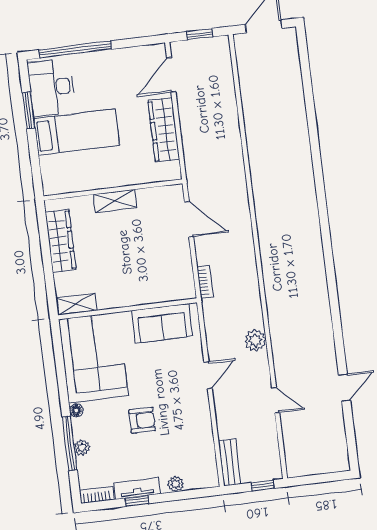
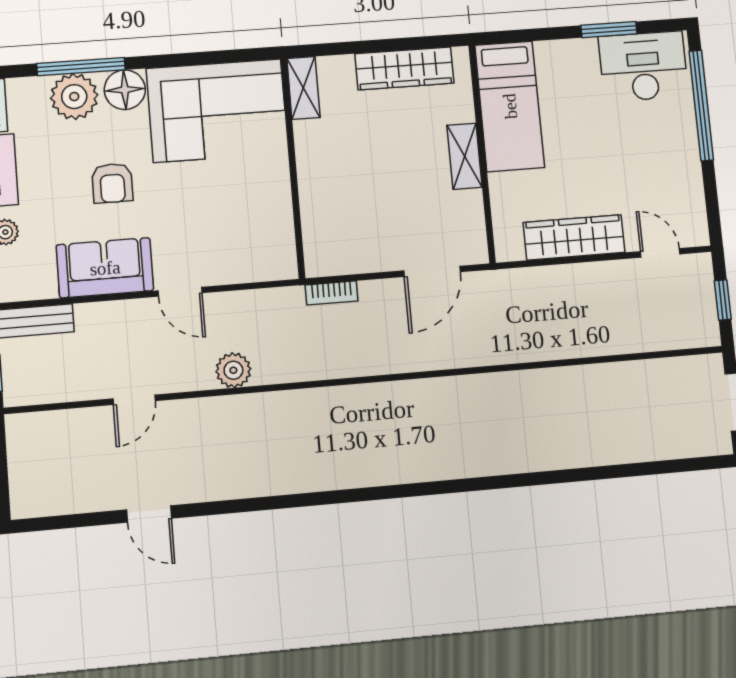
door: (171, 75) -> (660, 253), width x0.73
bed: (77, 132) -> (510, 106), moved
sofa: (162, 323) -> (105, 268), moved, turned 90
floor lamp: (76, 410) -> (125, 90), width x1.89, depth x1.89
plant: (82, 447) -> (74, 97), width x1.87, depth x1.87

